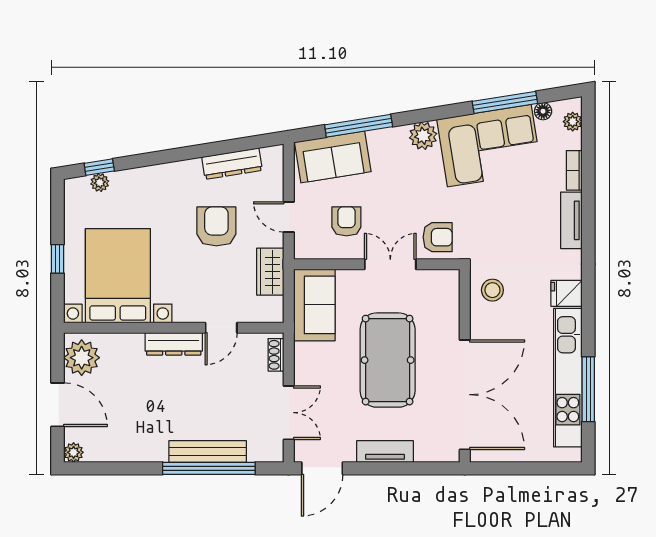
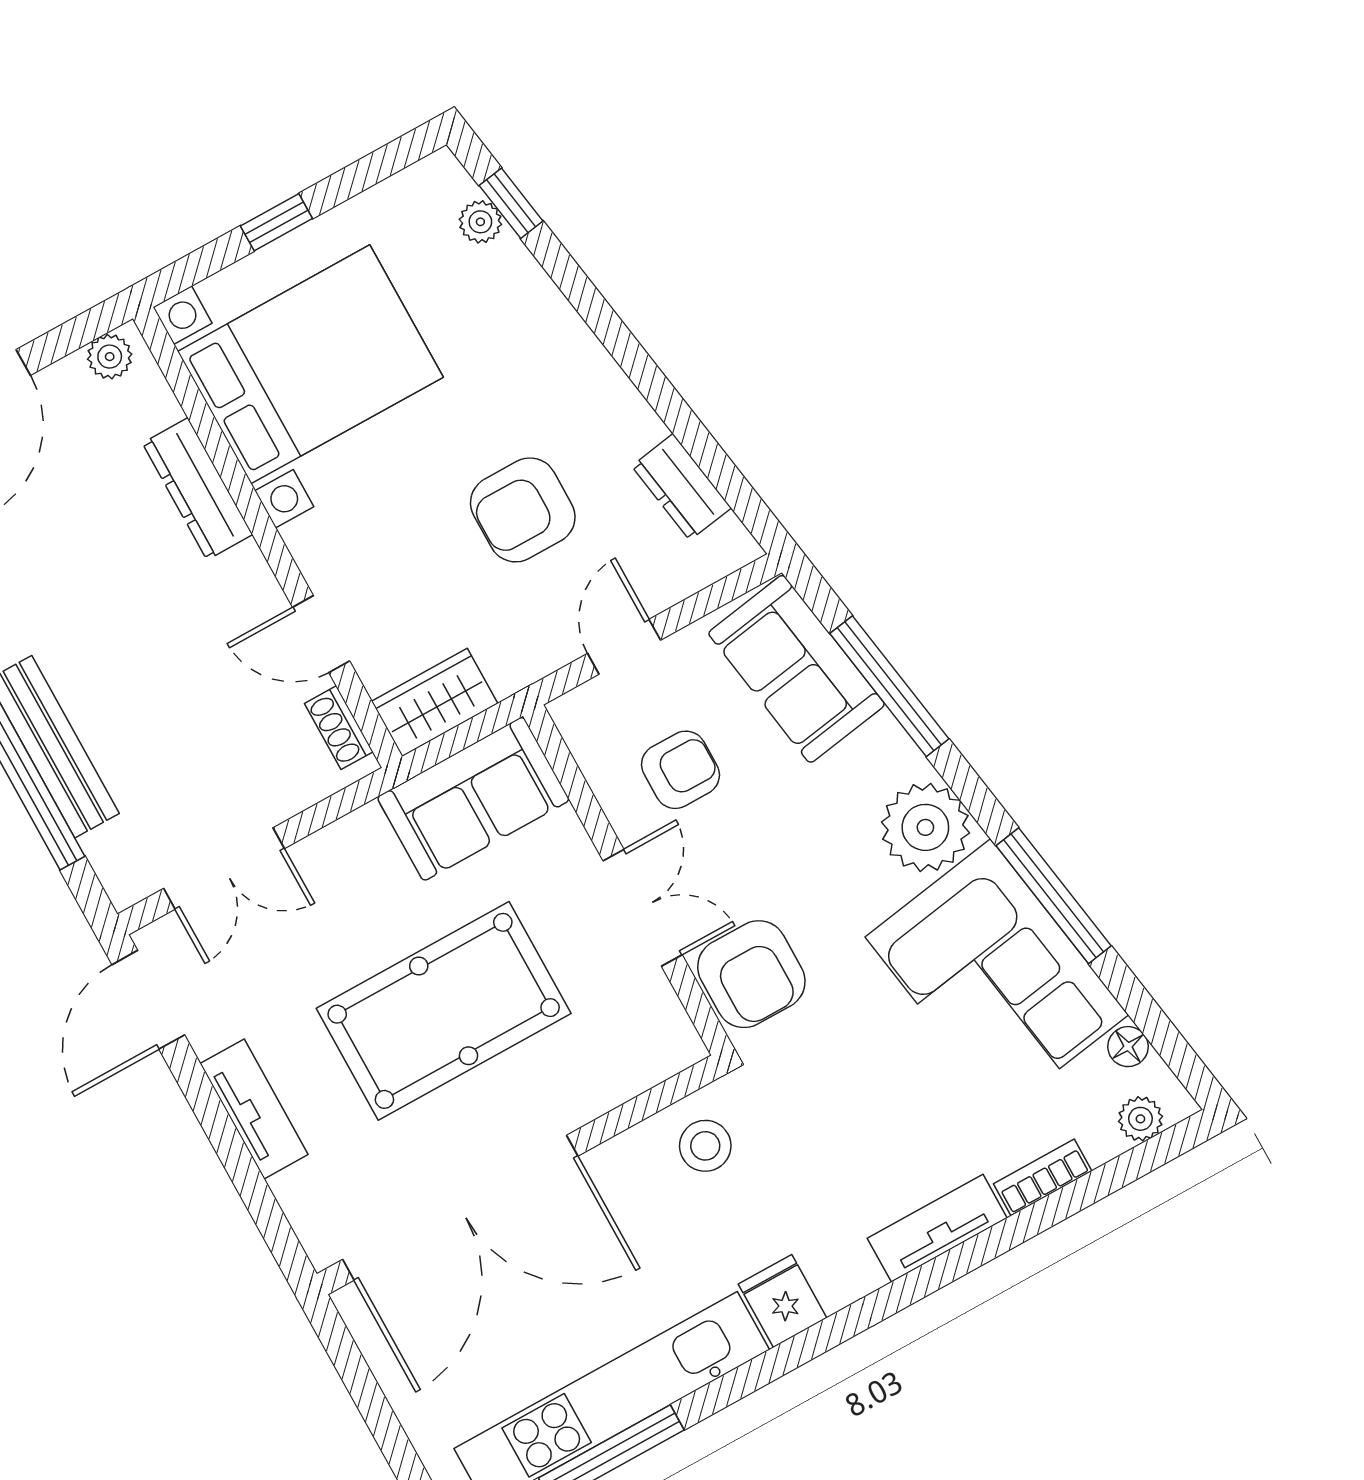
window: (505, 102) -> (1054, 896), moved
plant: (423, 136) -> (925, 827), width x1.36, depth x1.36
dresser: (232, 164) -> (681, 487), width x0.70
armchair: (216, 226) -> (523, 510), turned 180
armchair: (438, 237) -> (751, 974), width x1.38, depth x1.38
wardrobe: (270, 272) -> (435, 702), moved
dresser: (174, 344) -> (198, 489), moved
shoe rack: (276, 355) -> (339, 728), moved, turned -90
plant: (82, 358) -> (110, 357), width x0.53, depth x0.53
door: (322, 468) -> (148, 1000), hinge flipped

